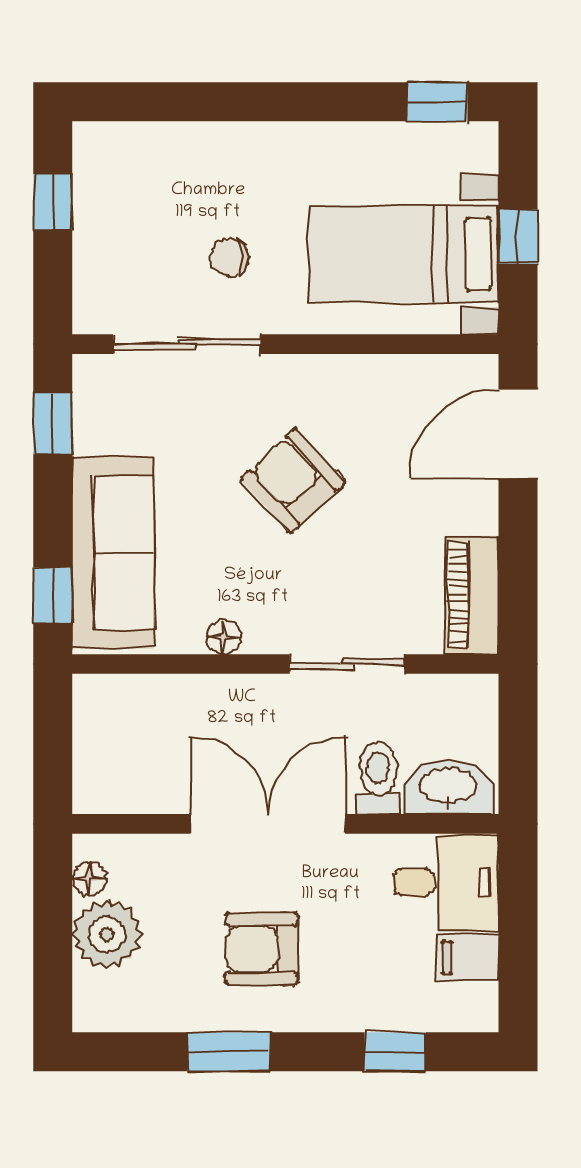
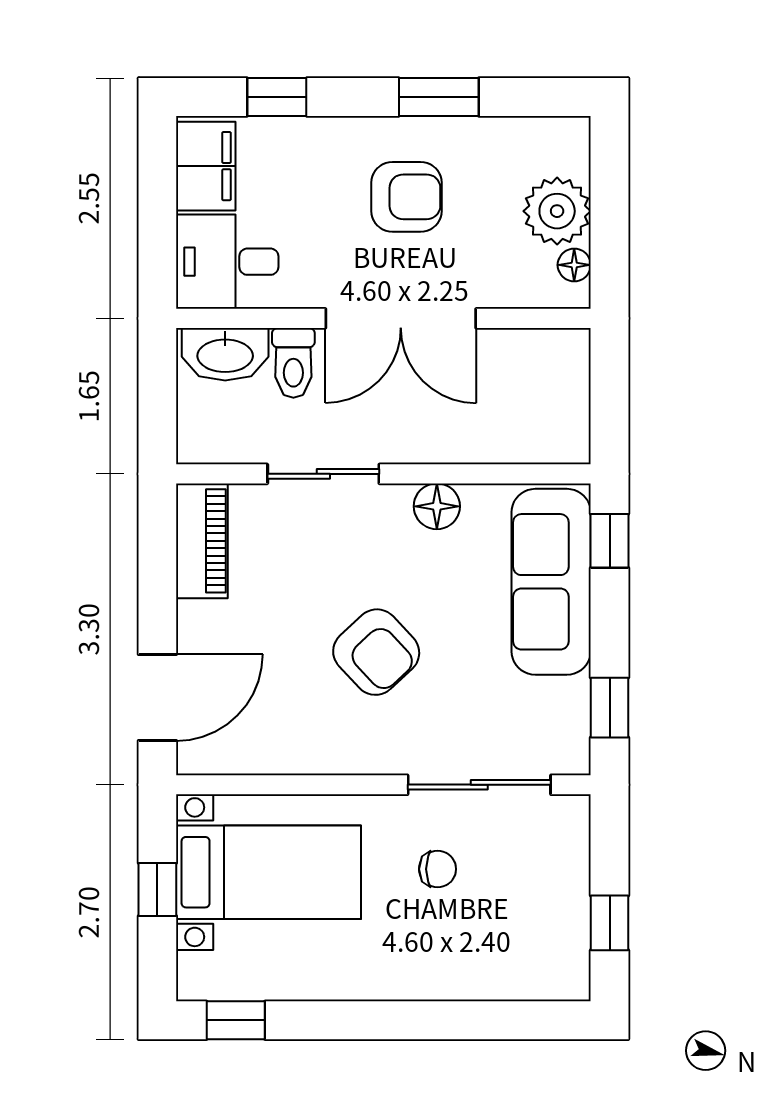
floor lamp: (224, 637) -> (437, 506), width x1.37, depth x1.37
filing cabinet: (468, 958) -> (206, 166), width x2.00

